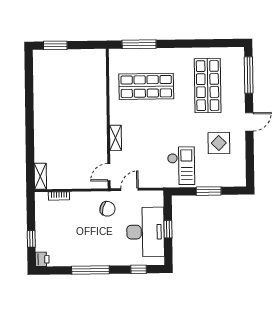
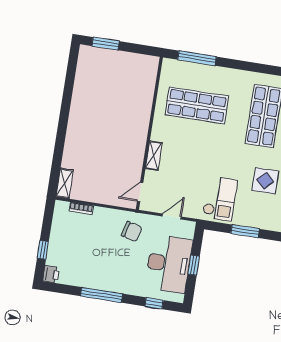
door: (129, 189) -> (172, 217), moved

